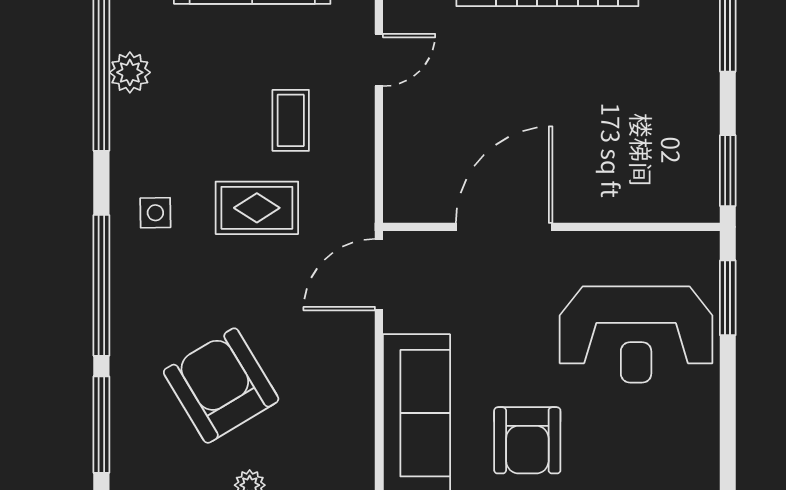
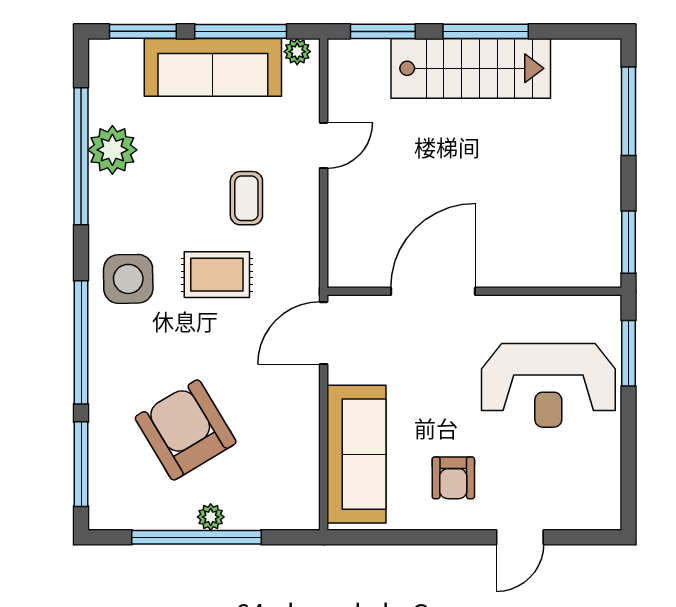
plant: (130, 72) -> (112, 150), width x1.36, depth x1.36
side table: (155, 213) -> (128, 279), width x1.87, depth x1.87
armchair: (527, 440) -> (453, 478), width x0.72, depth x0.72

